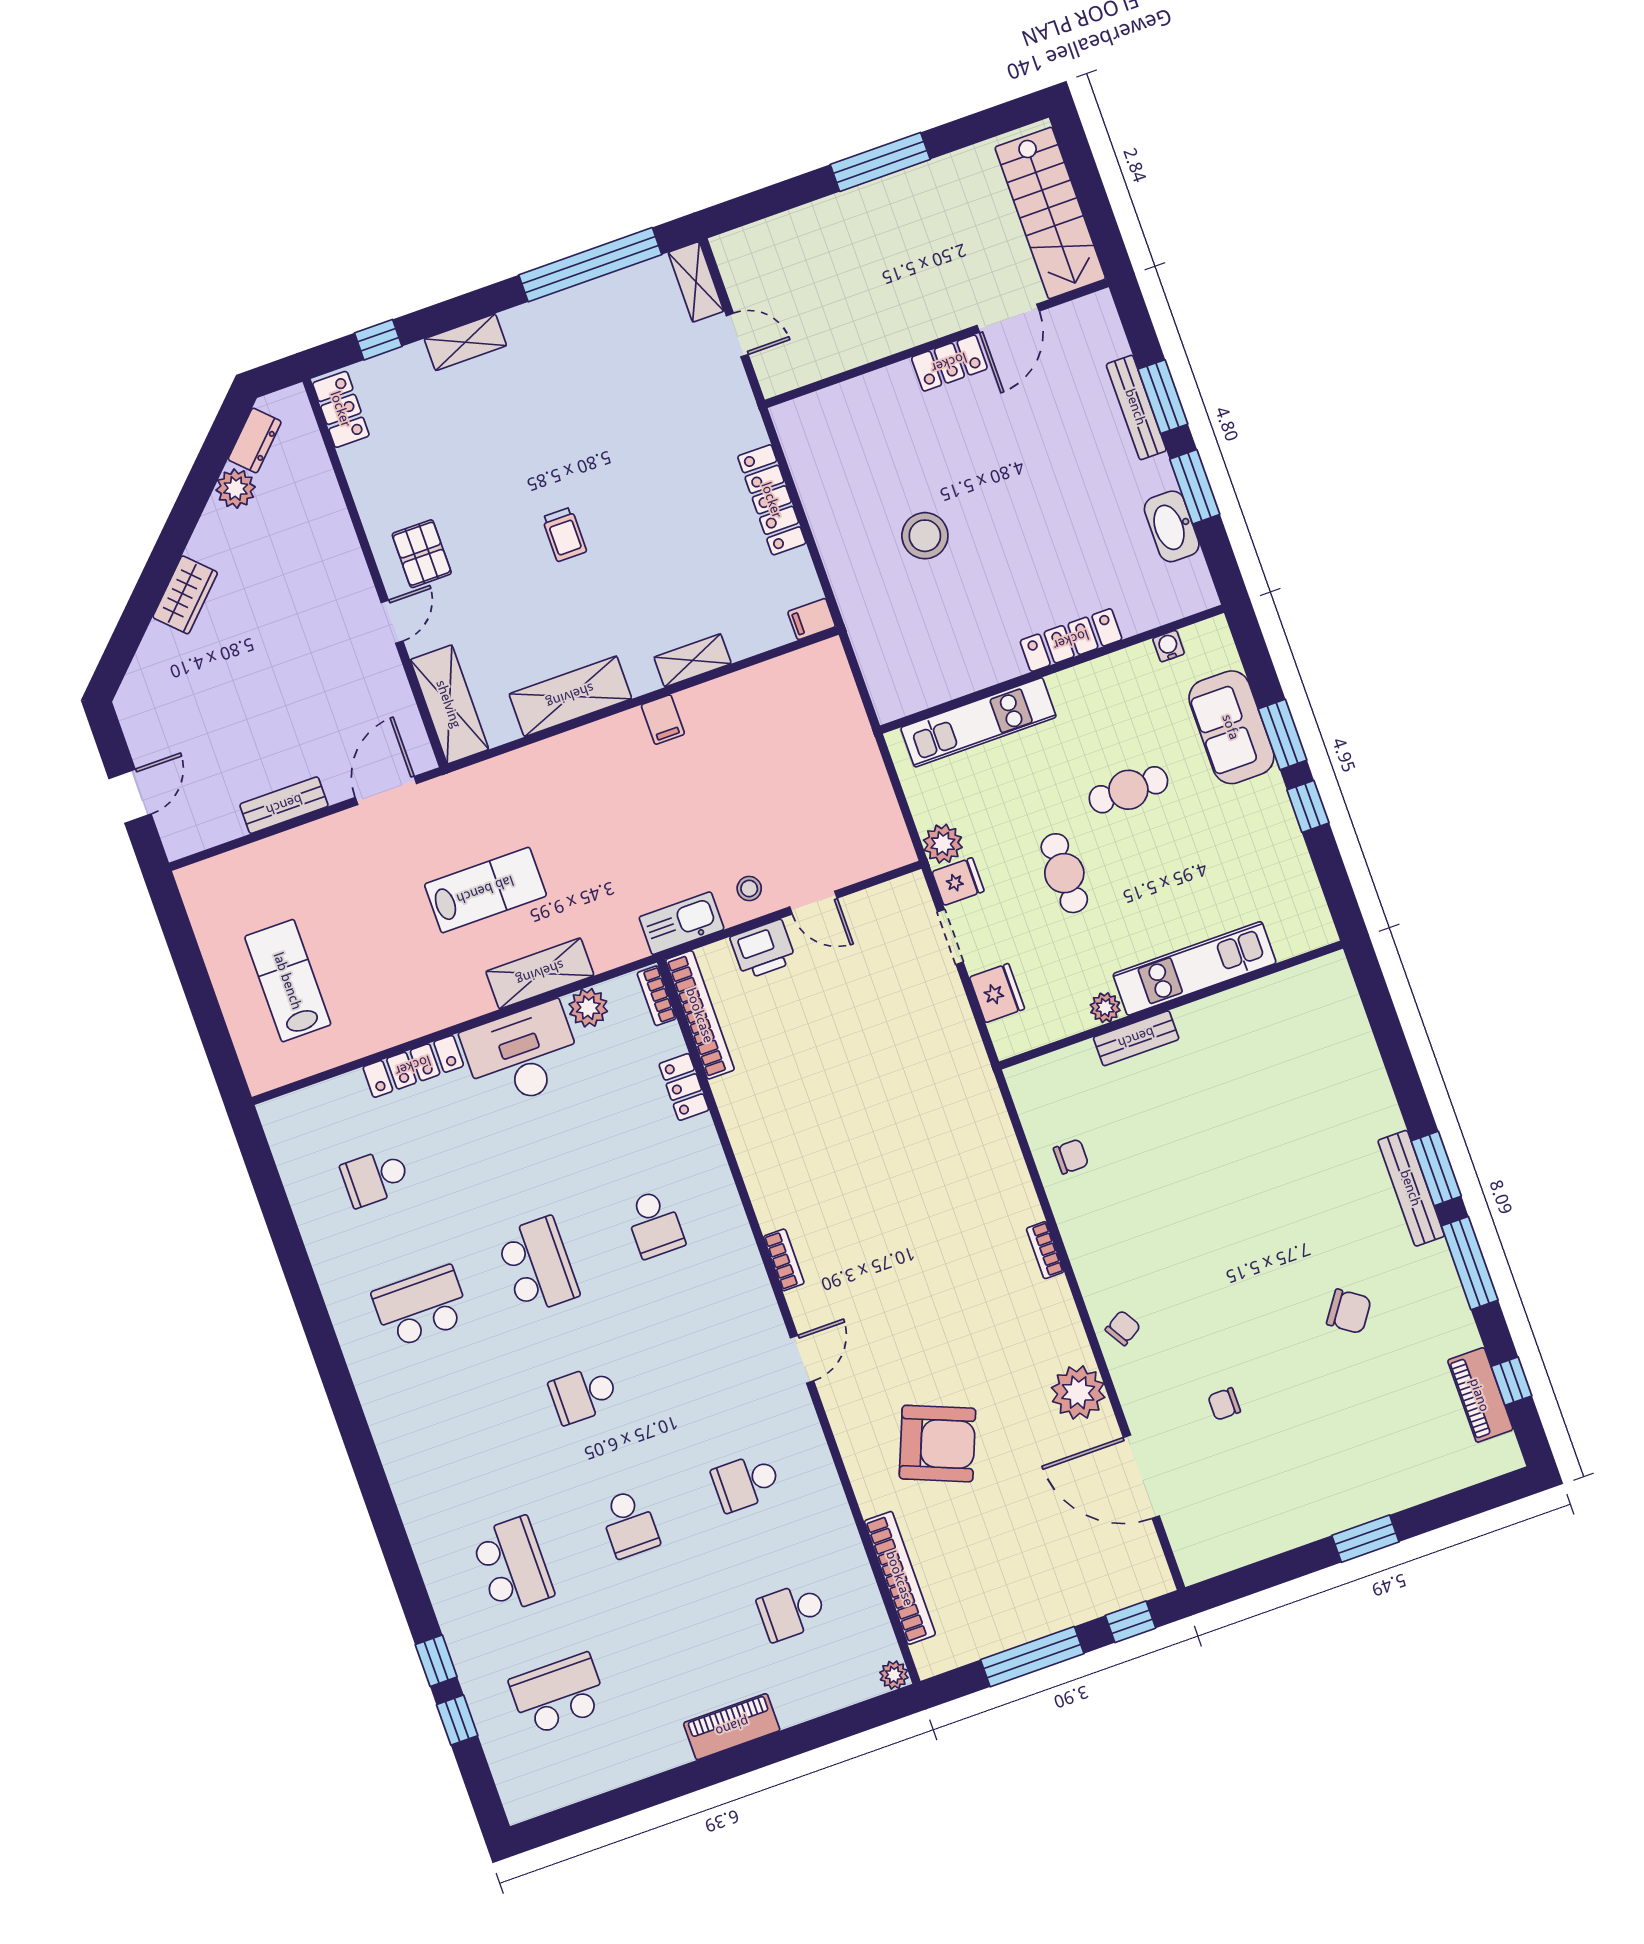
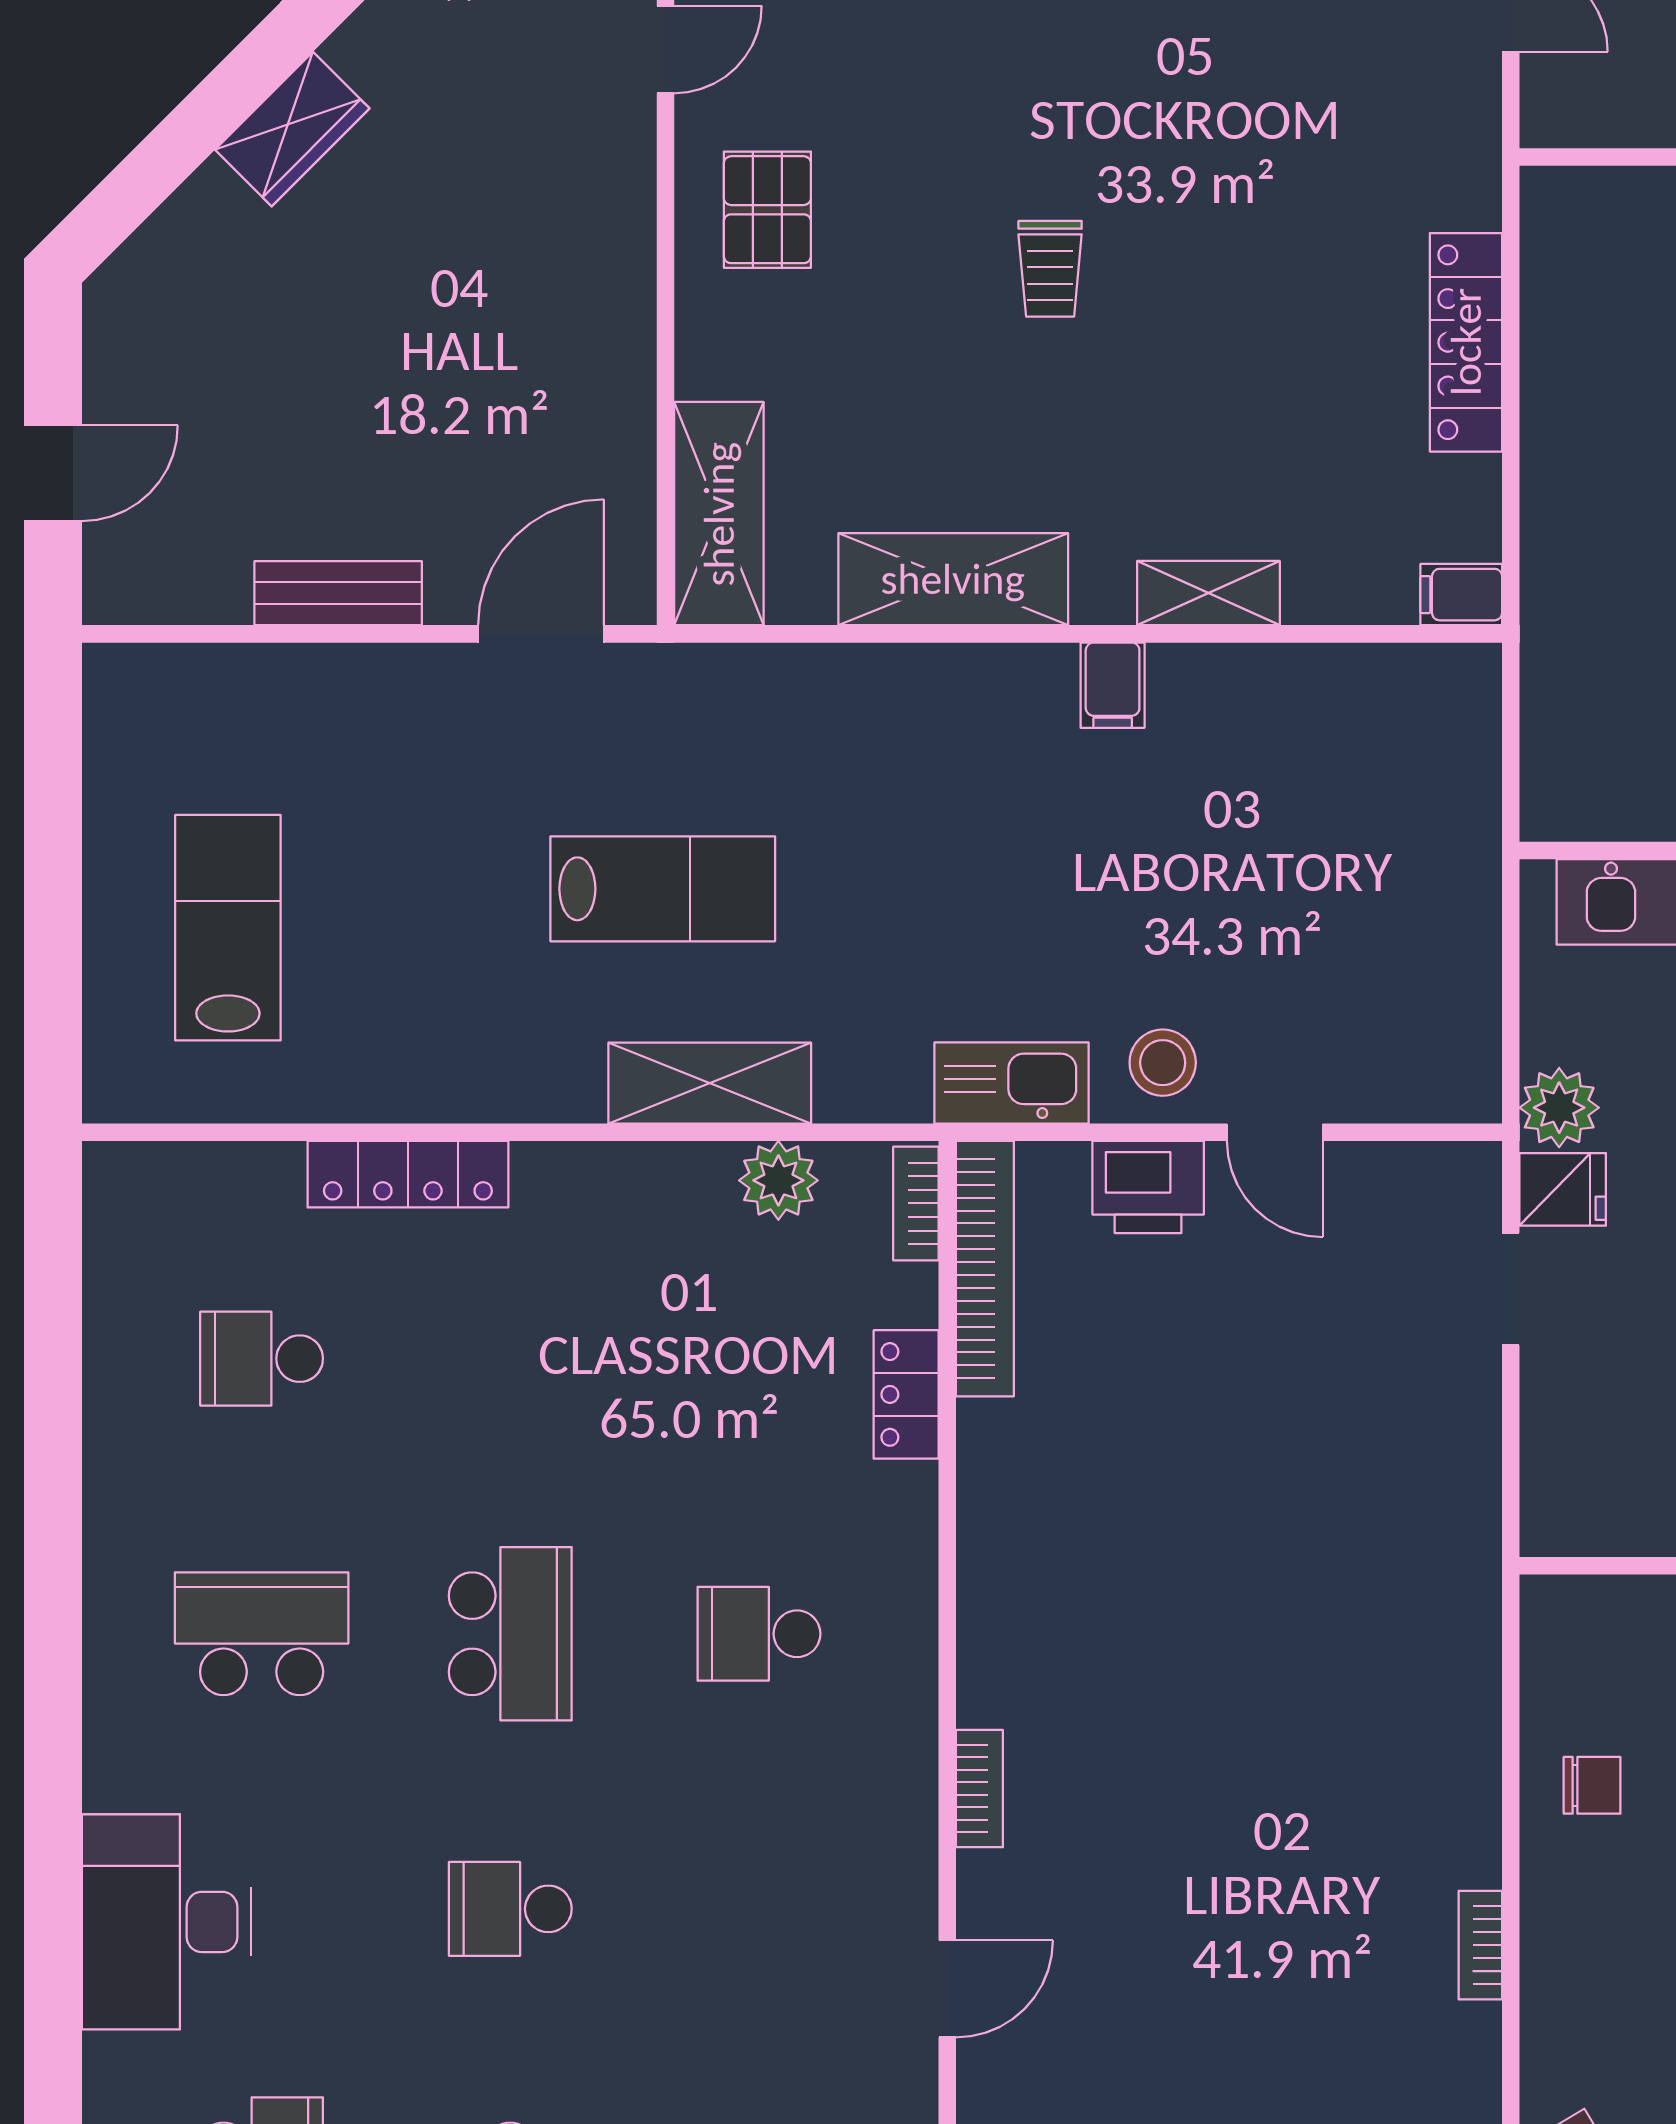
door: (392, 622) -> (666, 50), moved
stool: (749, 889) -> (1163, 1063), width x1.37, depth x1.37
fridge: (997, 993) -> (1562, 1427), removed
desk: (522, 1055) -> (166, 1922), moved, turned -90
school desk: (655, 1224) -> (759, 1634), turned 90

